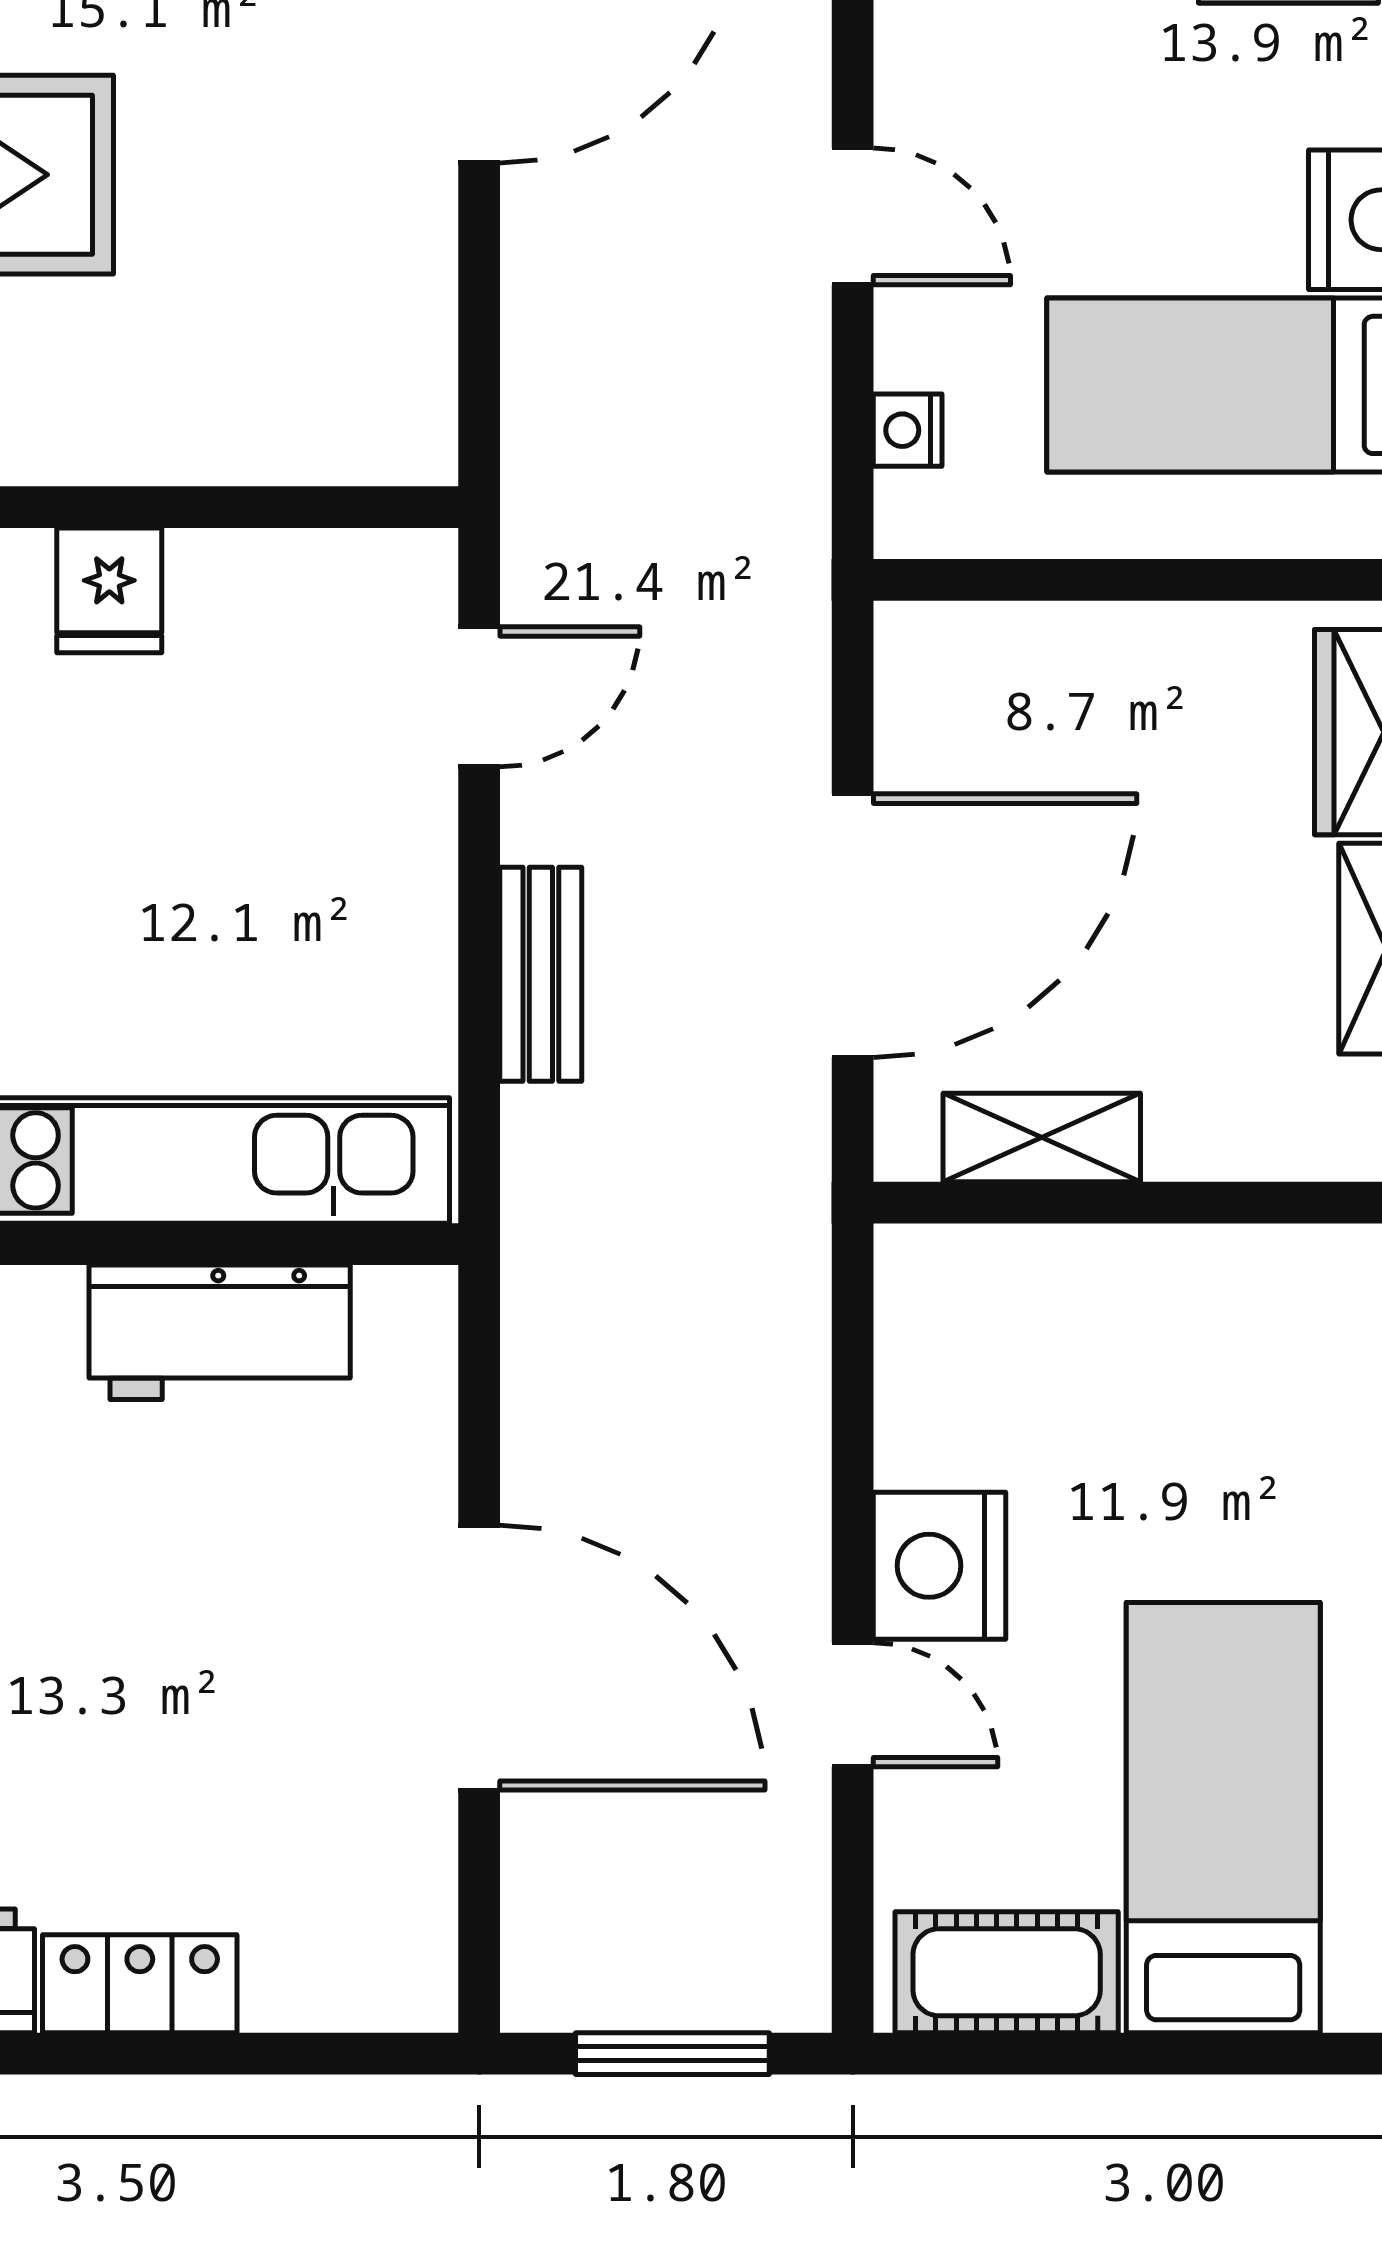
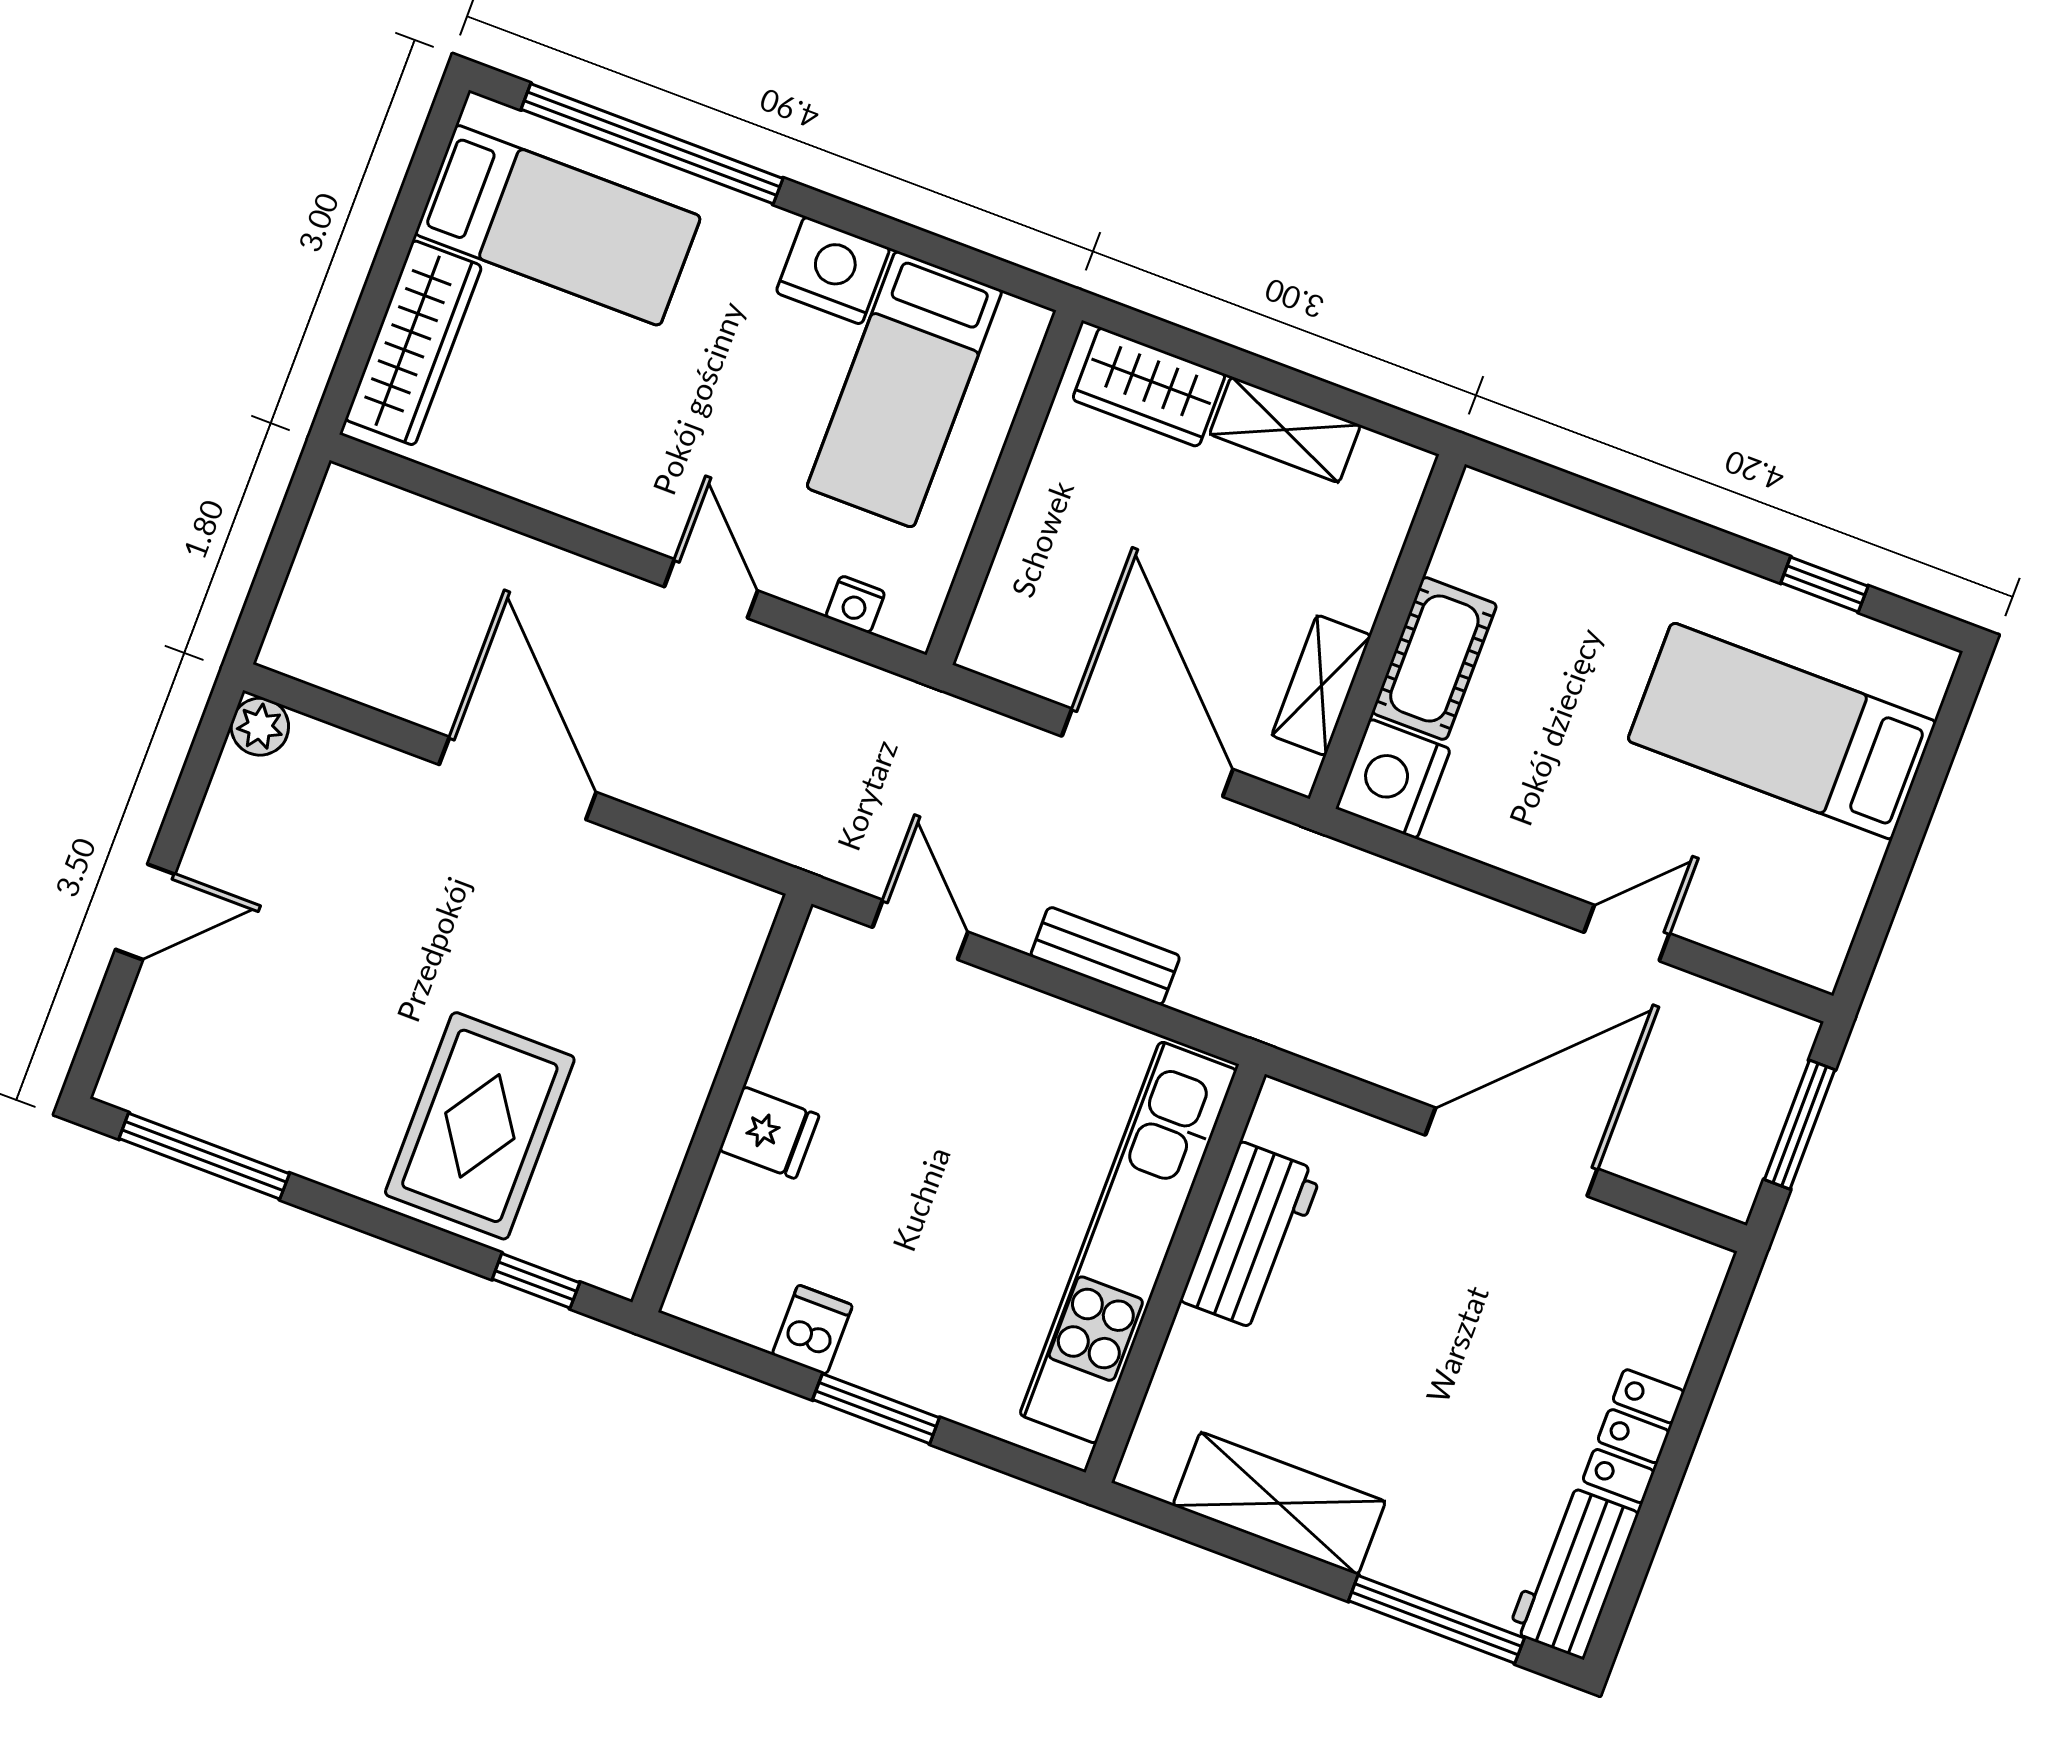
door: (853, 216) -> (711, 589), hinge flipped
nightstand: (940, 1566) -> (1393, 779), moved, turned 90
cot: (1007, 1972) -> (1434, 659), moved

